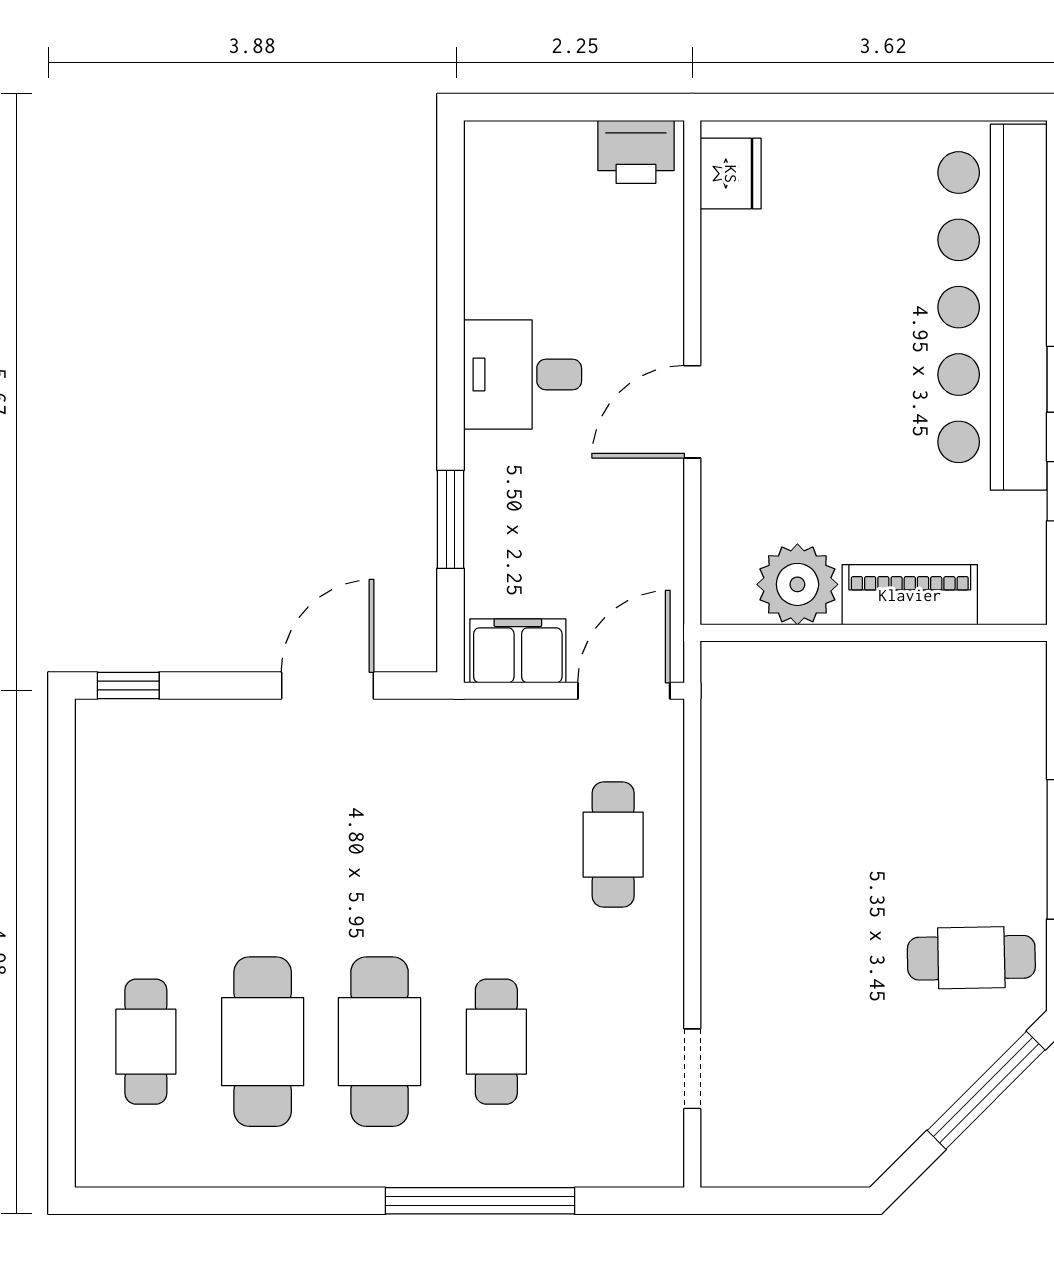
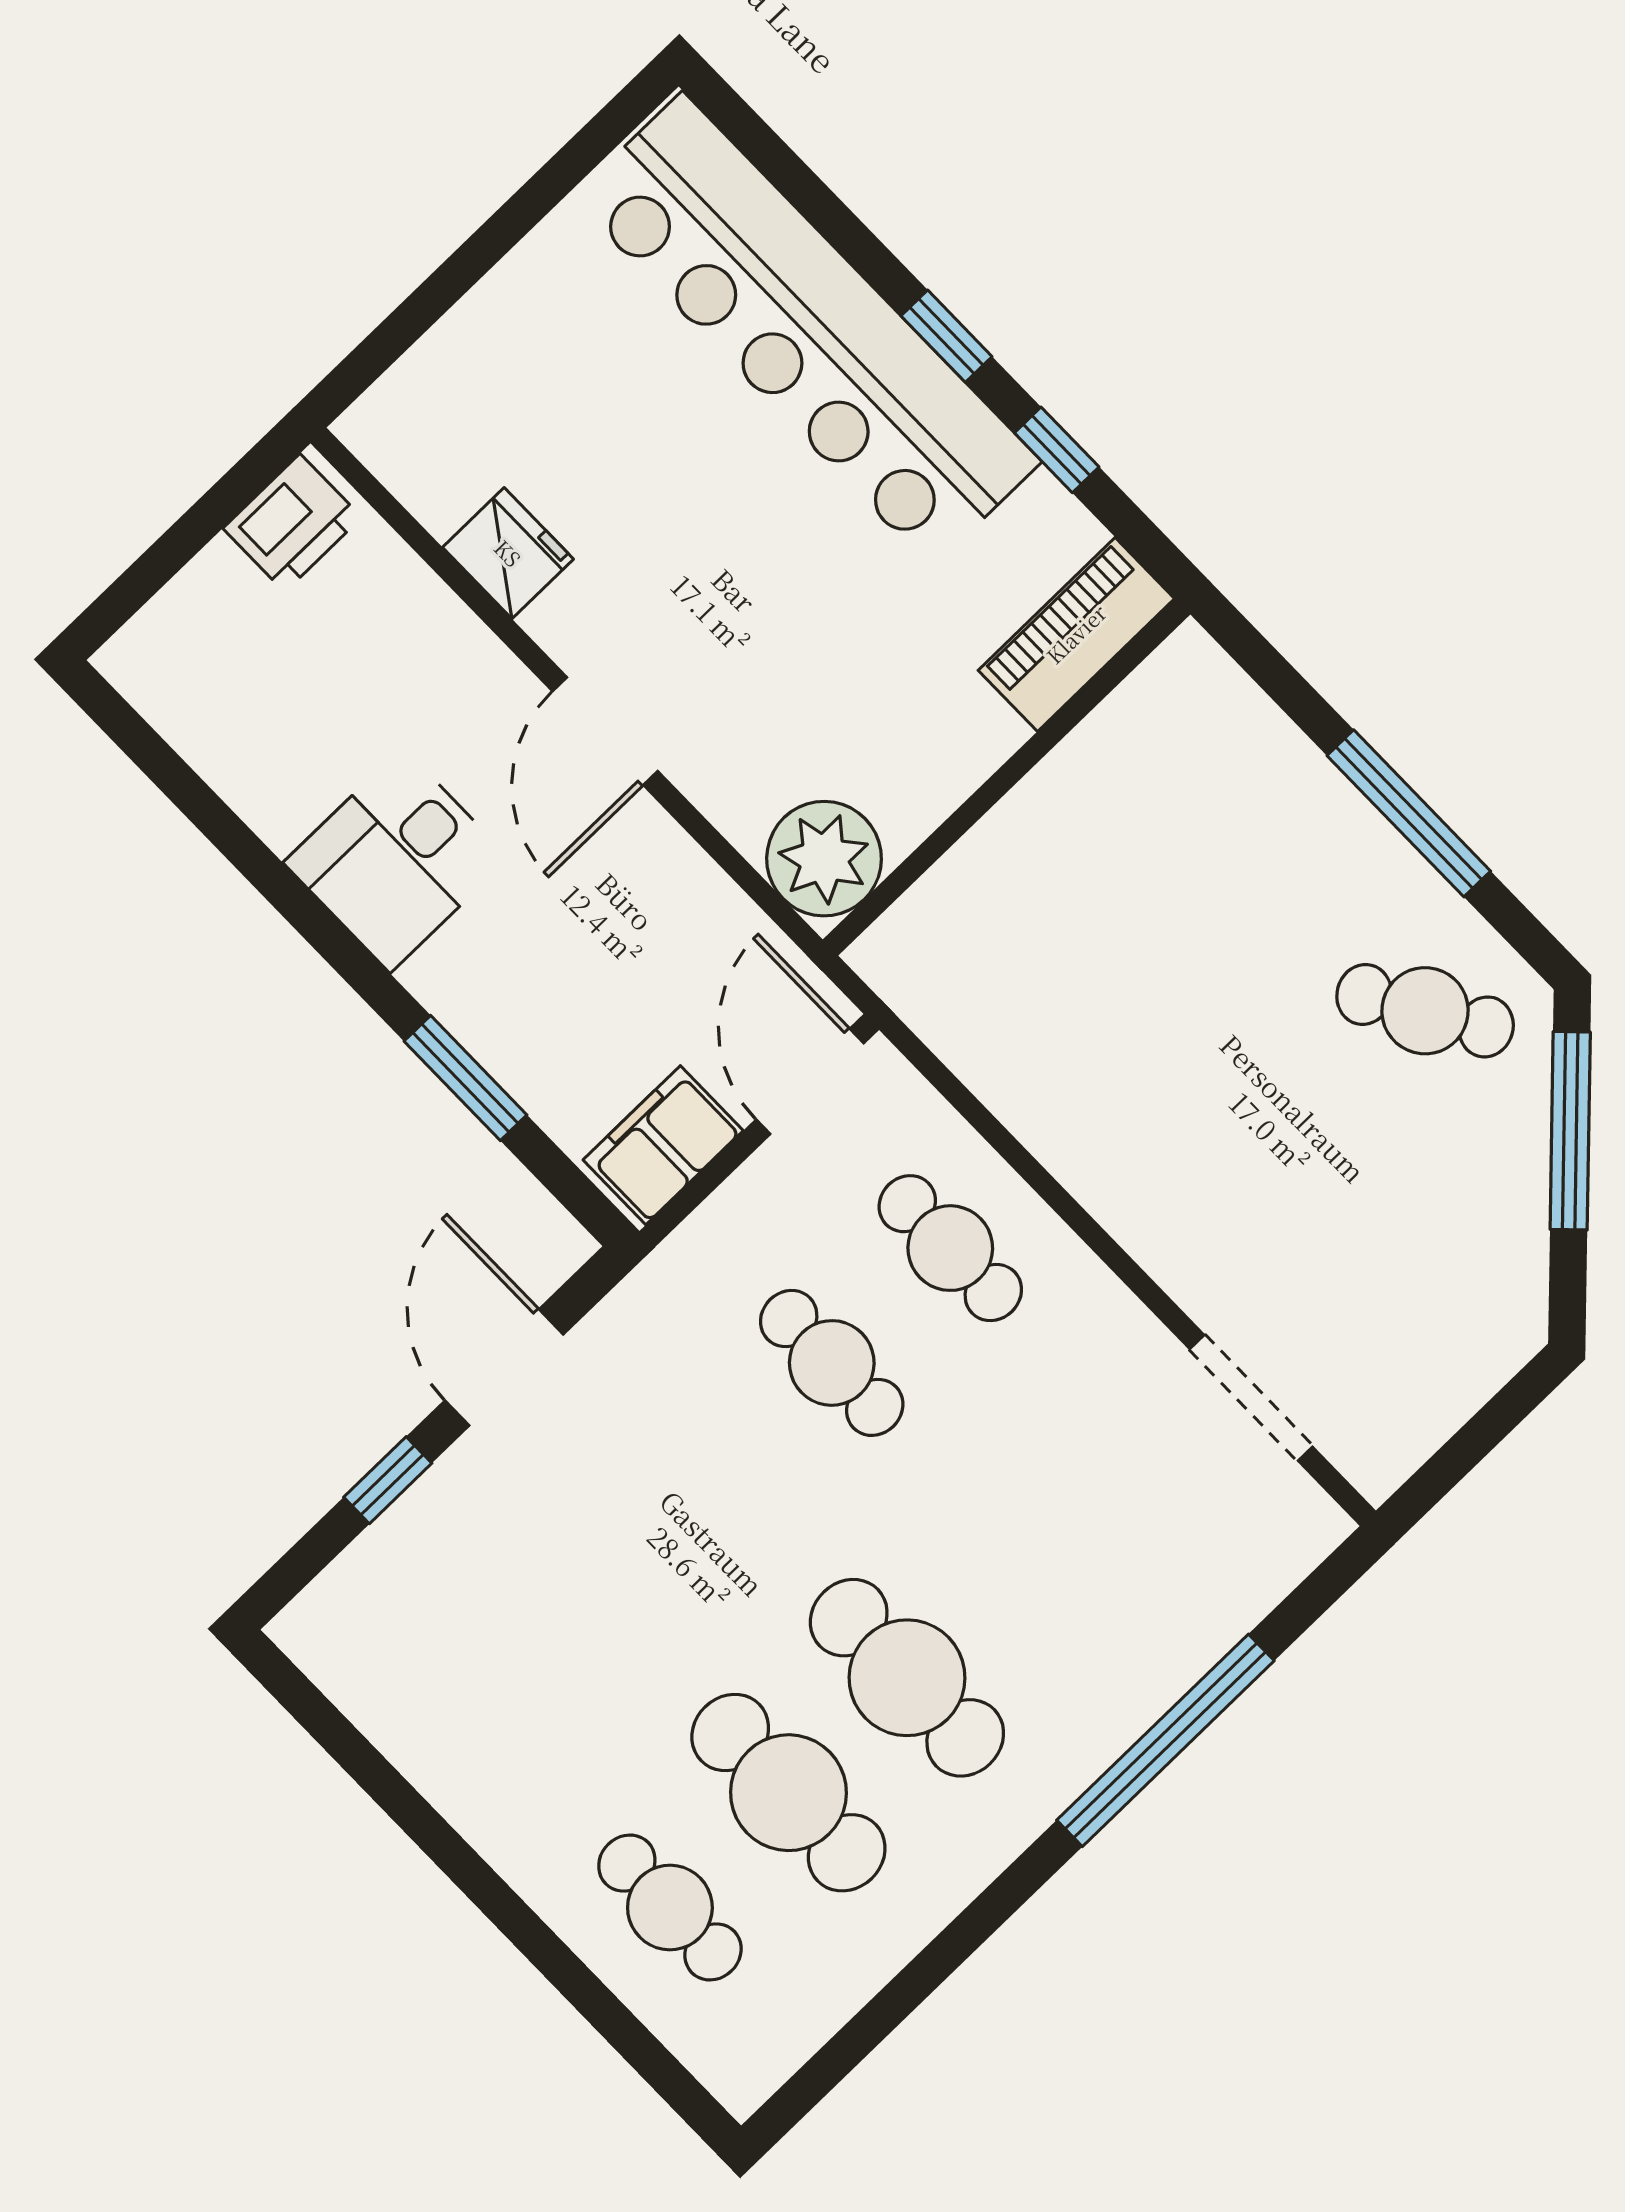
fridge: (731, 174) -> (508, 553), moved
plant: (797, 584) -> (824, 859), moved
piano: (910, 595) -> (1076, 634), moved
window: (128, 685) -> (388, 1480), moved
cafe table: (971, 958) -> (1425, 1011), turned 60
cafe table: (496, 1042) -> (832, 1363), moved
doorway: (692, 1069) -> (1251, 1398), width x1.38

